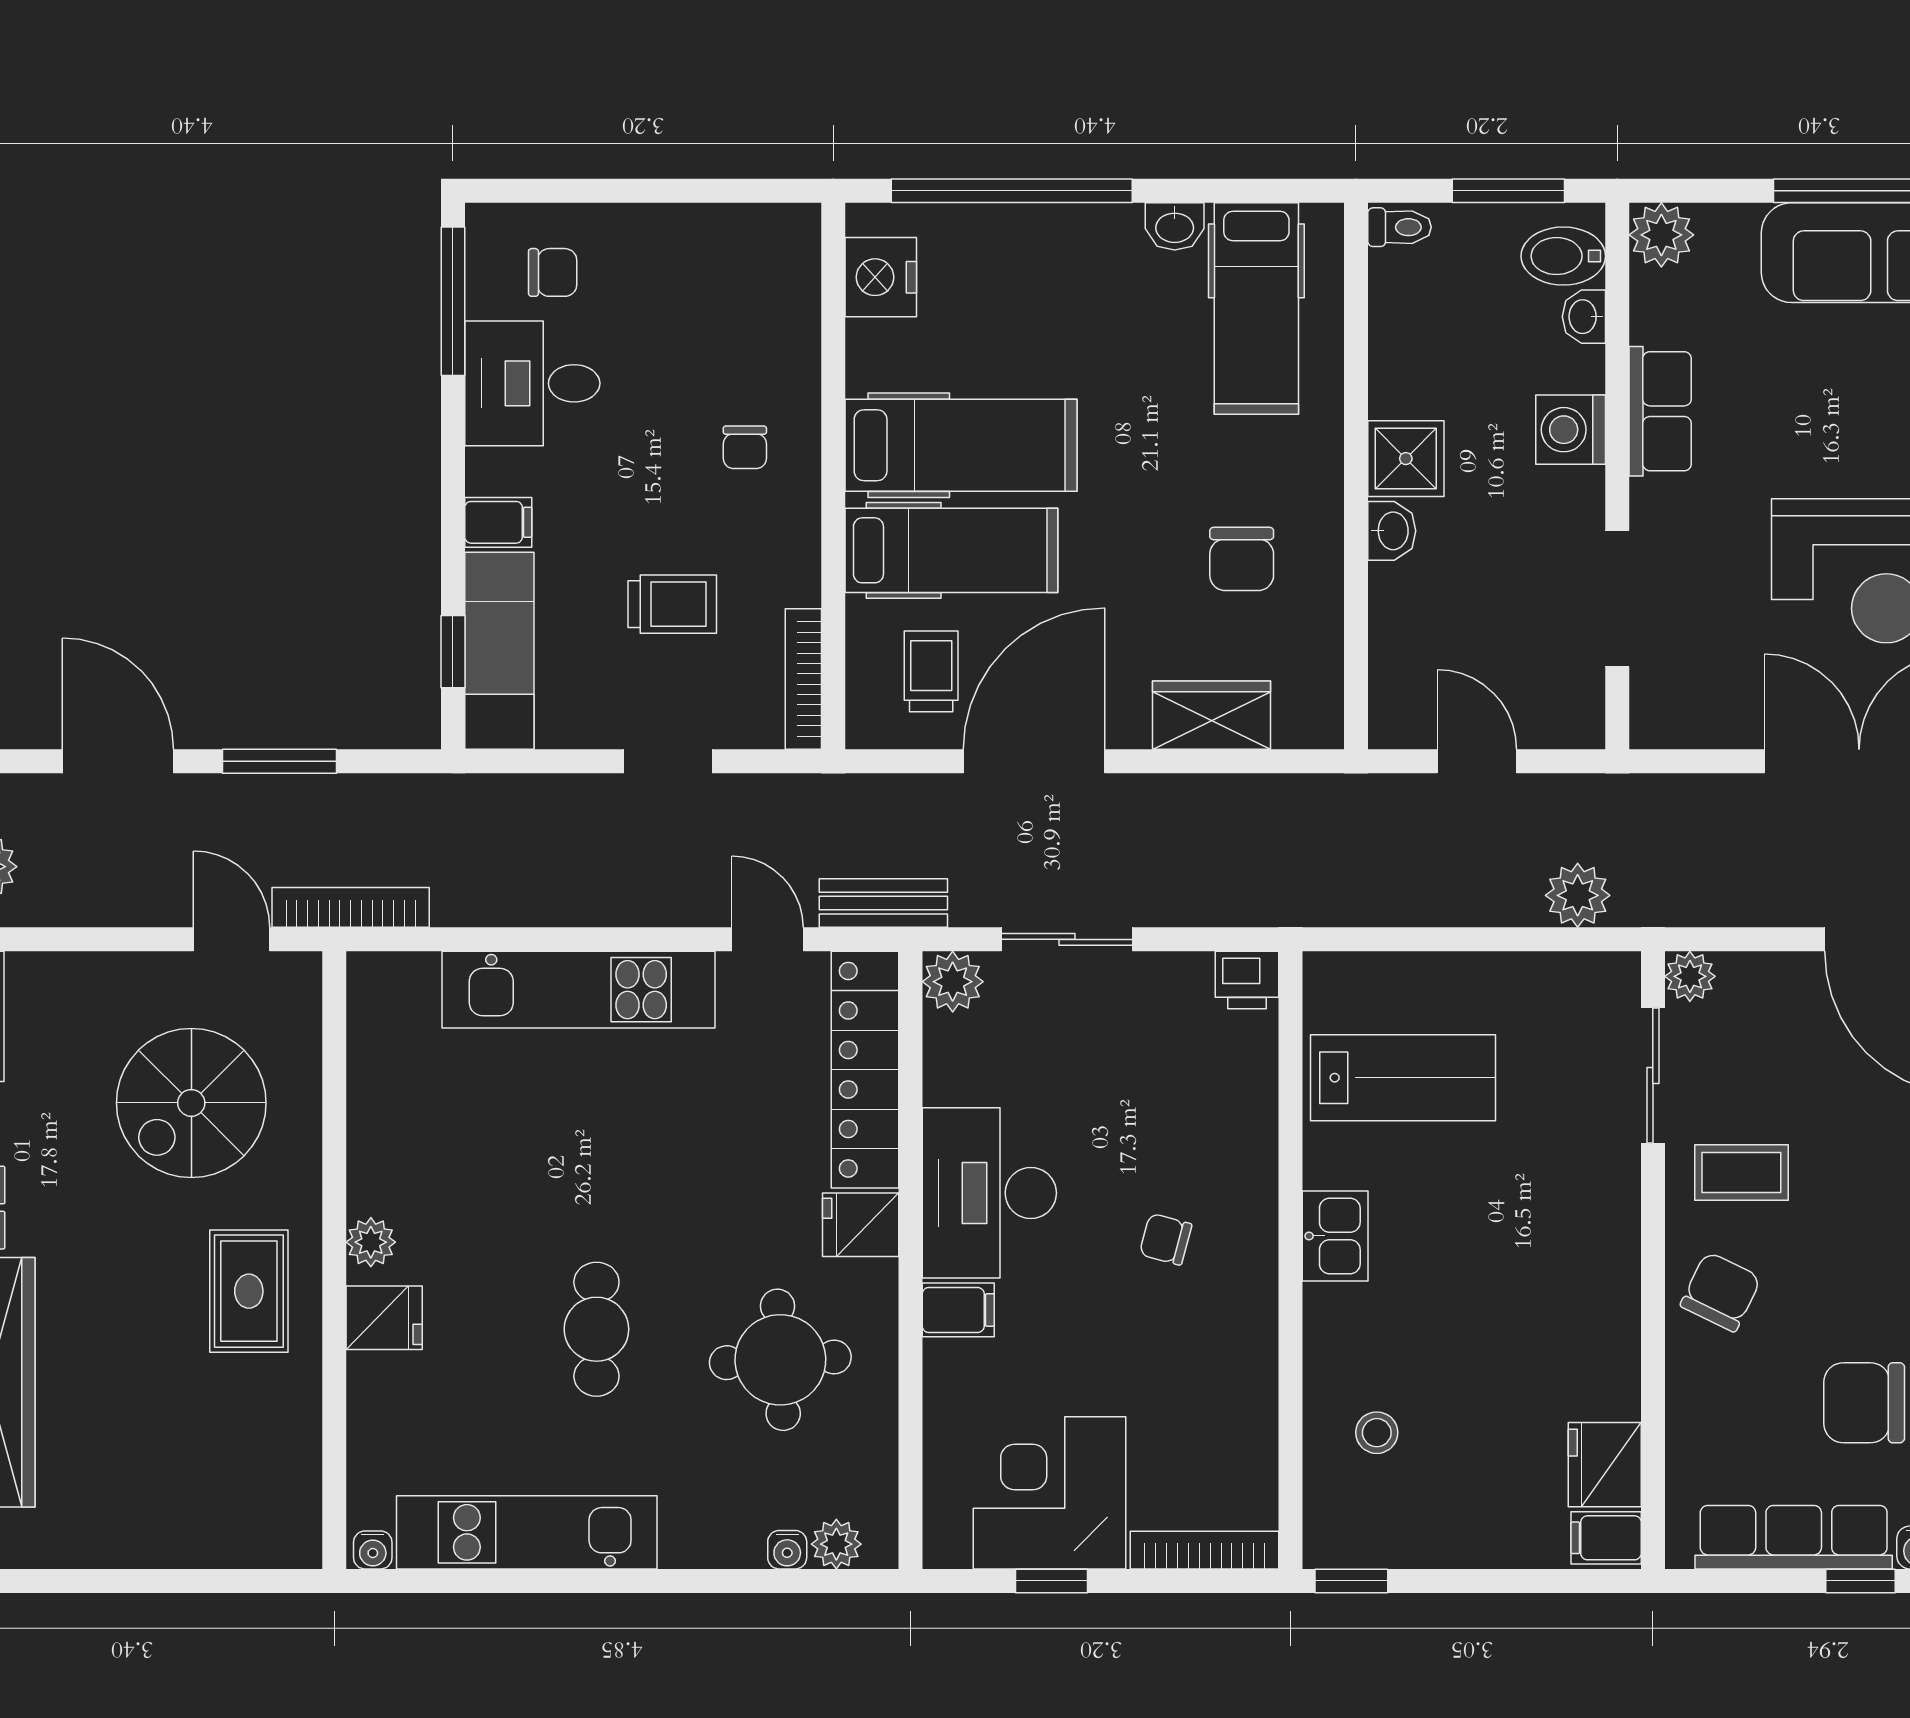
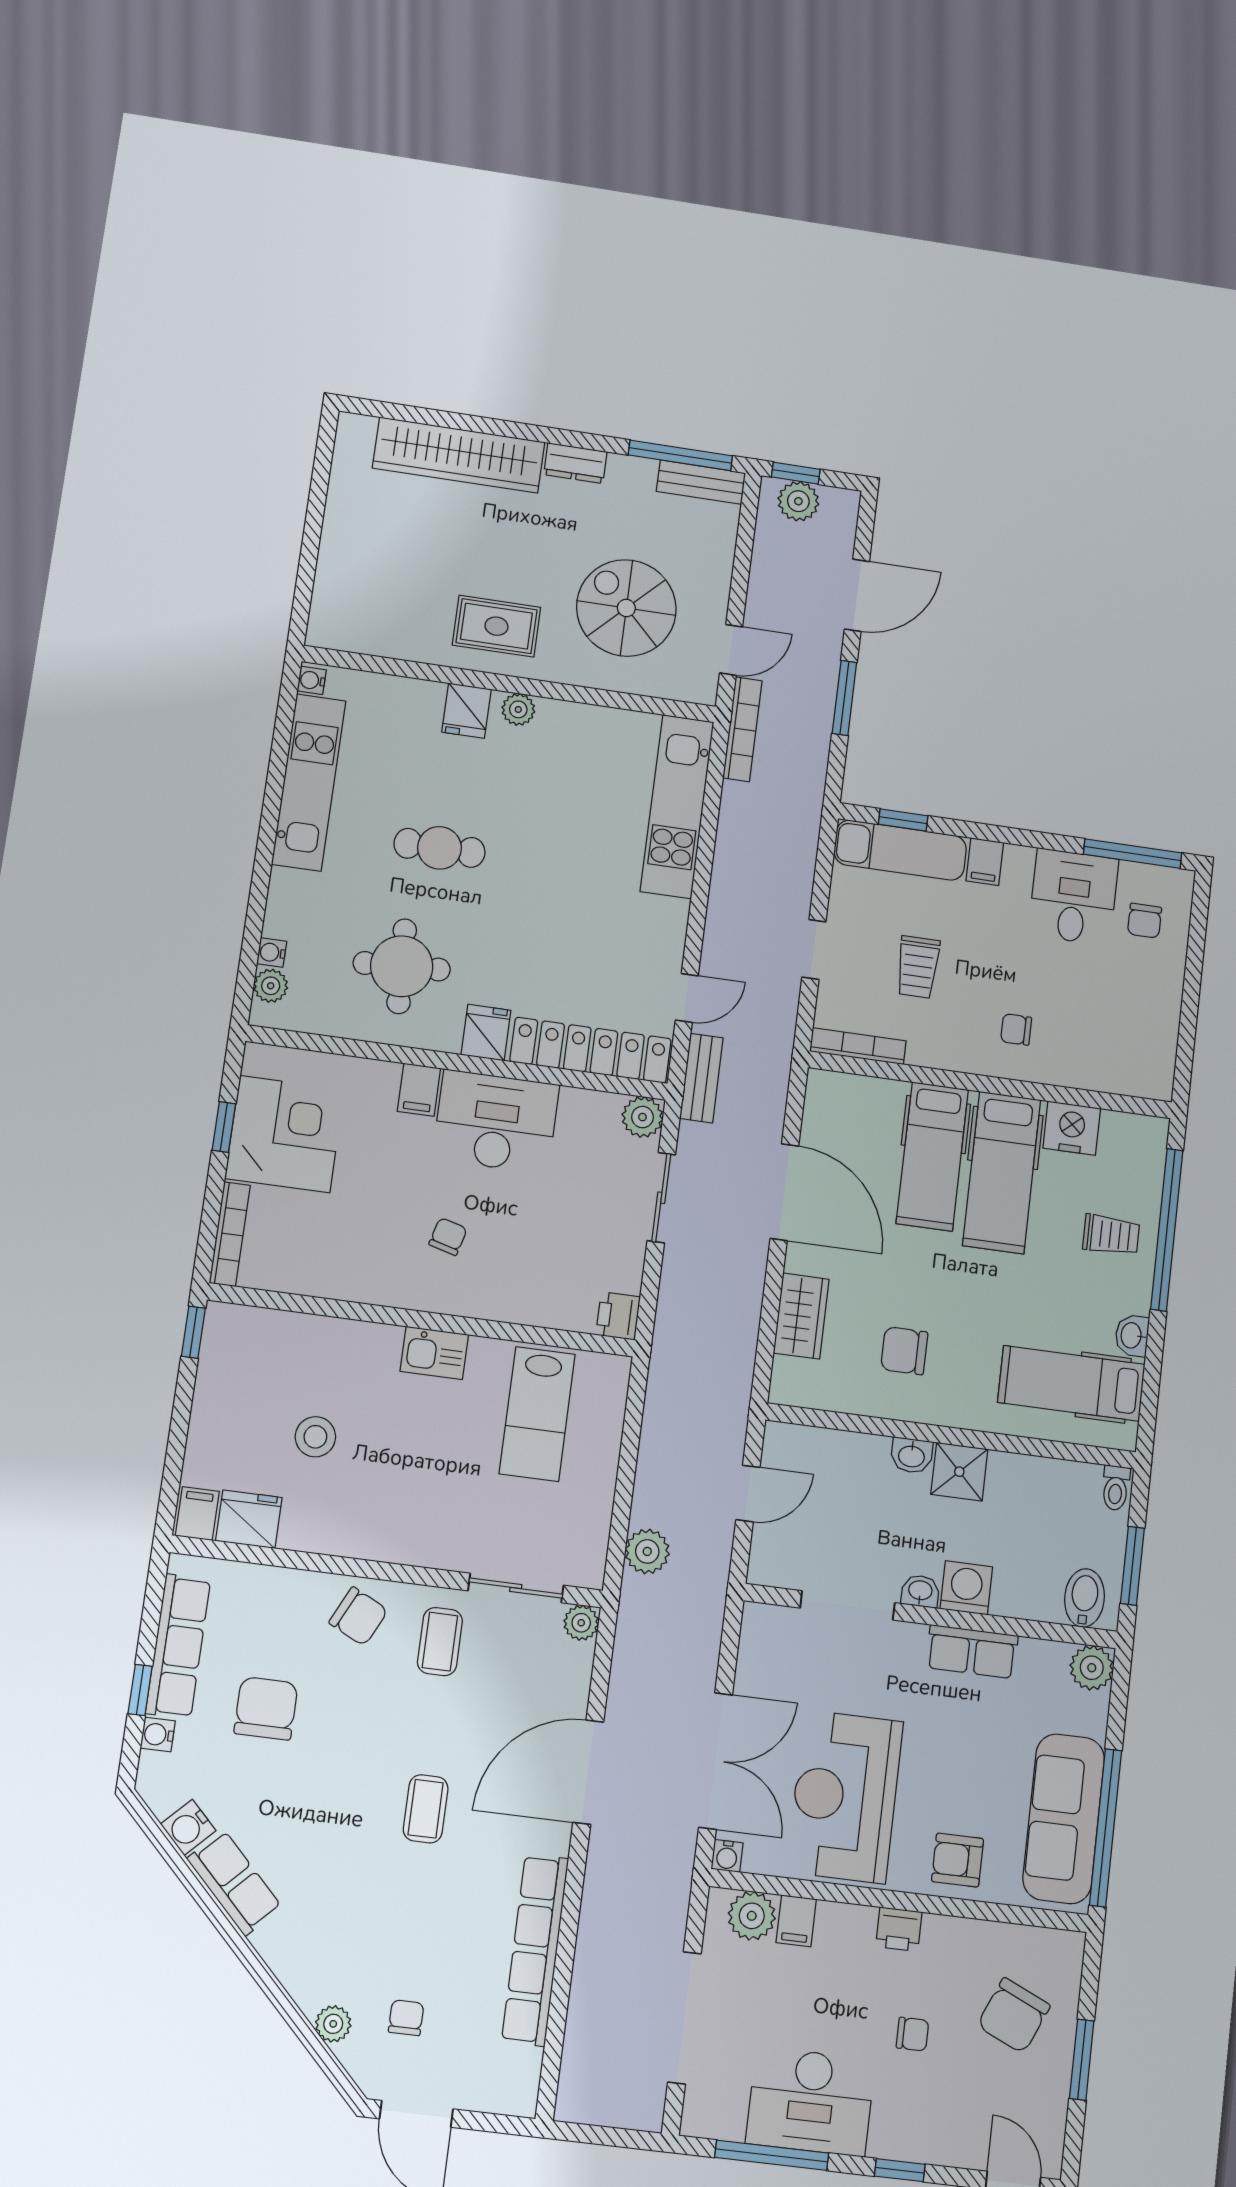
nightstand: (881, 277) -> (1072, 1128), moved
washbasin: (1584, 317) -> (920, 1591), moved
trolley: (931, 671) -> (1111, 1235), moved
kitchen unit: (578, 990) -> (677, 806), moved
stool: (1377, 1433) -> (315, 1437), moved, width x1.37, depth x1.37

